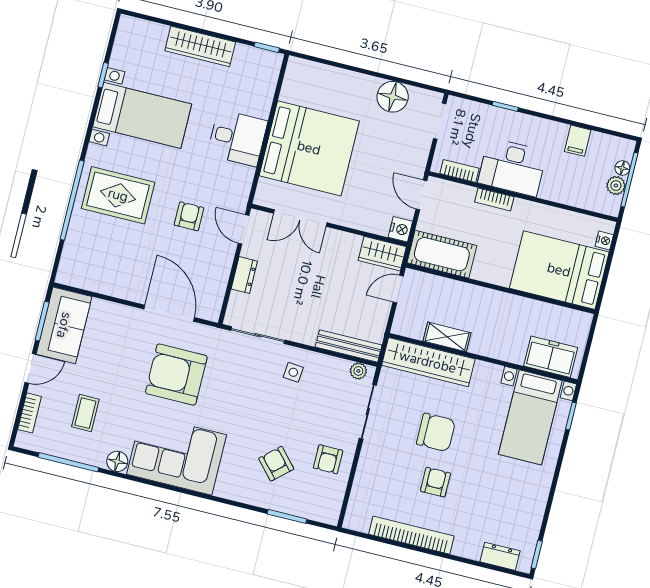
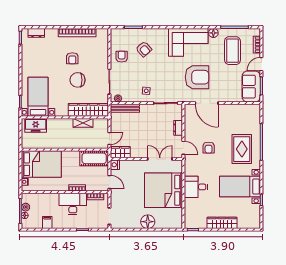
floor lamp: (393, 97) -> (148, 222), moved
rug: (118, 195) -> (242, 149), turned 90
coffee table: (85, 413) -> (232, 51), width x1.86, depth x1.72

